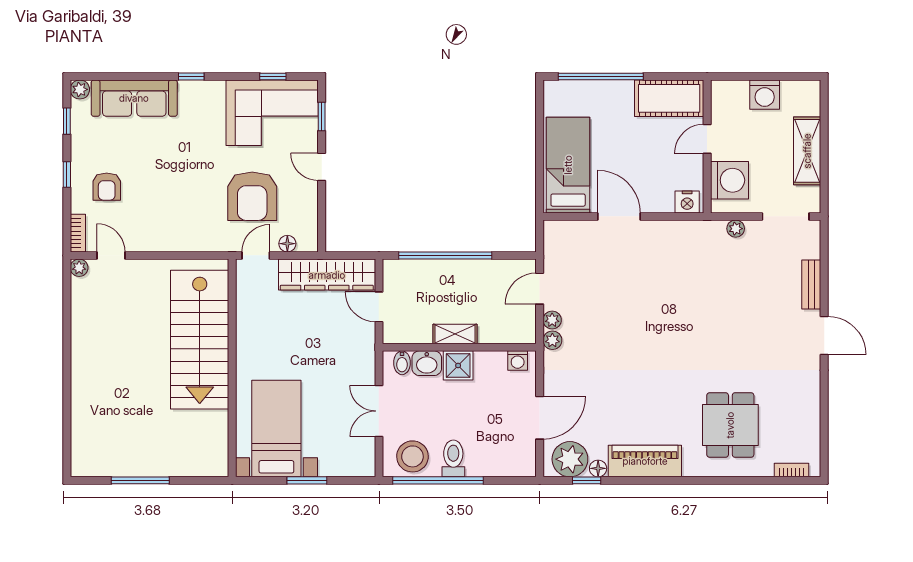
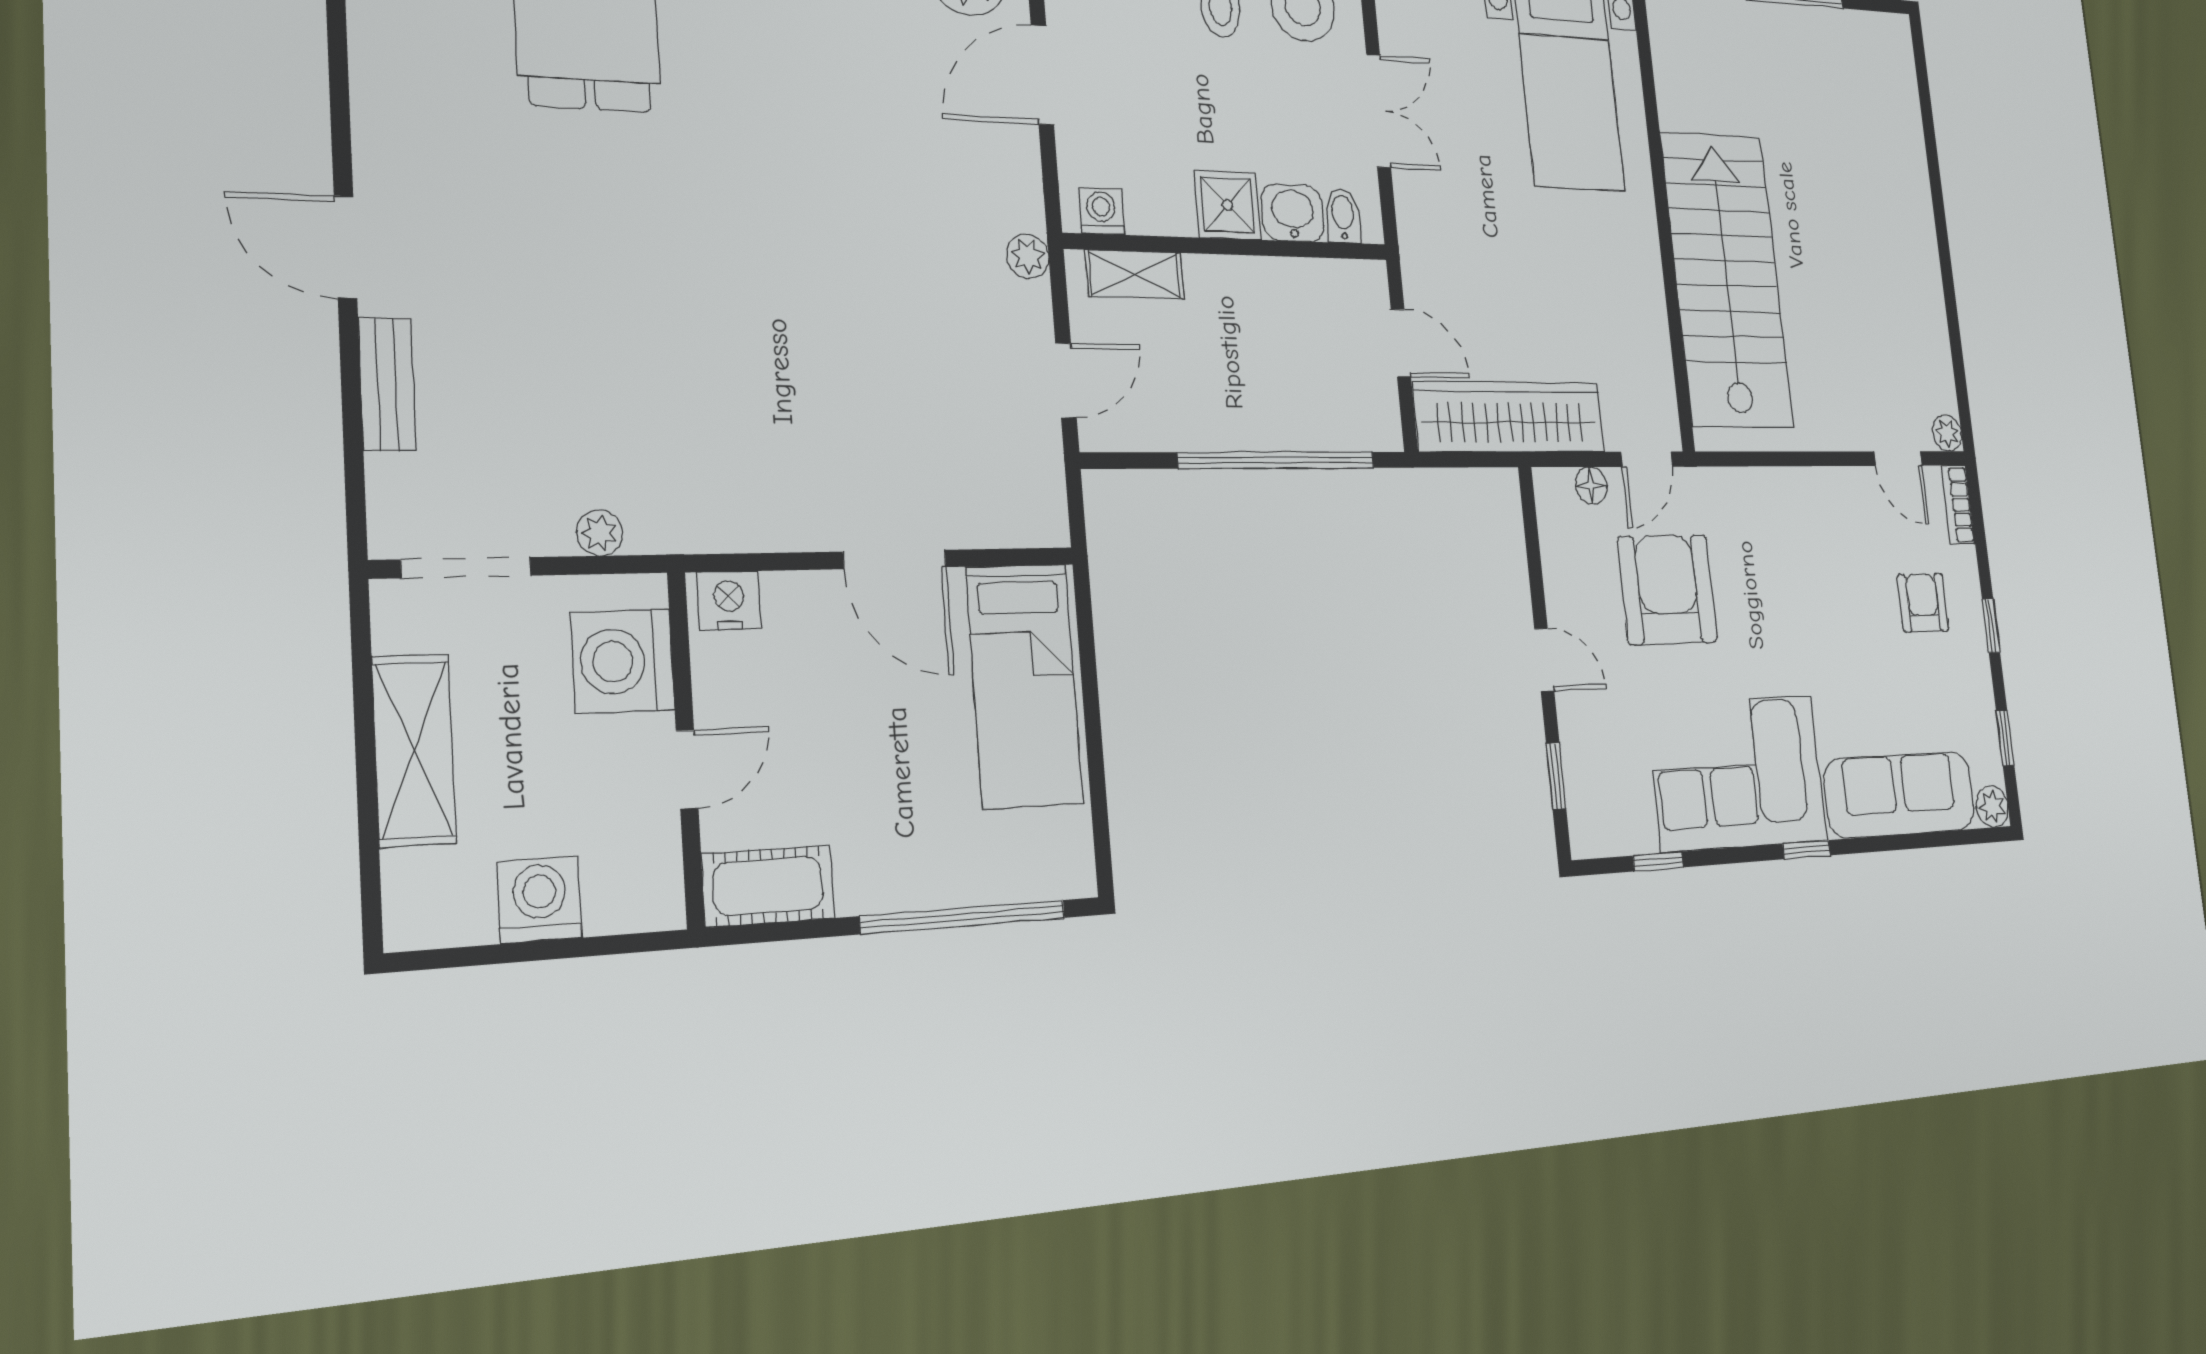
cot: (669, 98) -> (768, 886), width x0.73, depth x0.75
corner sofa: (272, 113) -> (1737, 773), moved
plant: (552, 320) -> (1032, 305), removed
shelving: (455, 334) -> (1135, 274), moved

